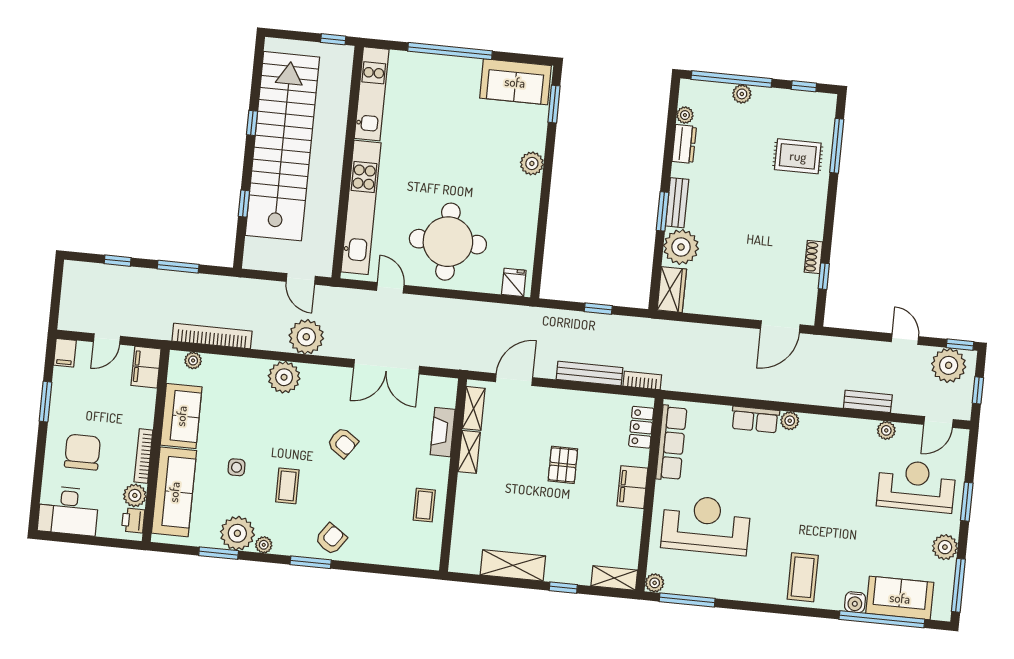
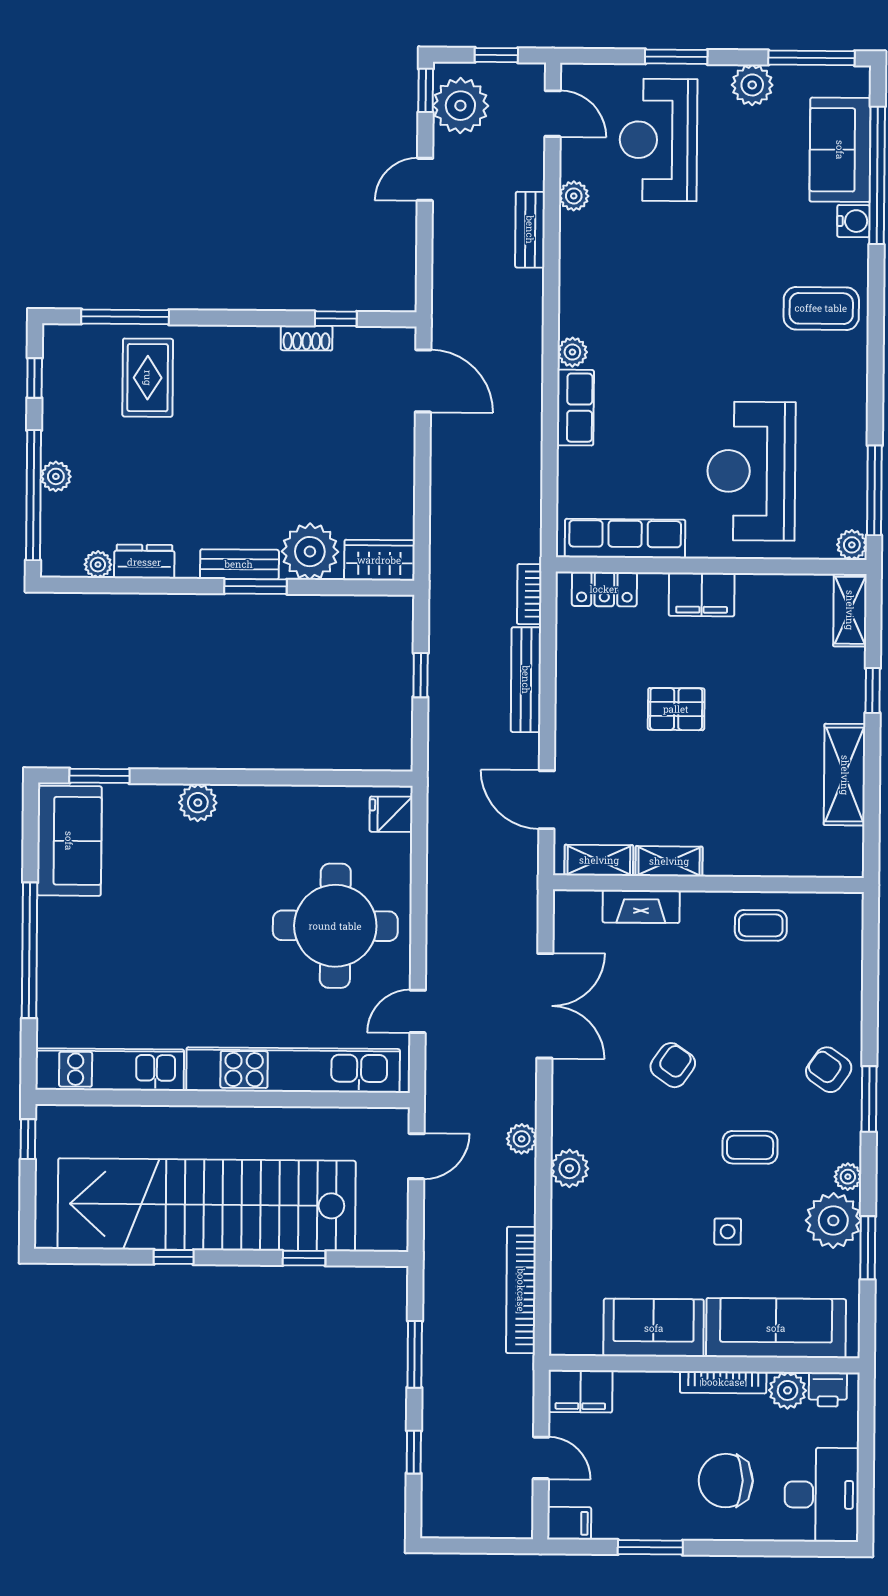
plant: (306, 337) -> (522, 1139), width x0.53, depth x0.53
plant: (193, 360) -> (563, 1317), removed
plant: (284, 377) -> (569, 1168), width x0.73, depth x0.73

